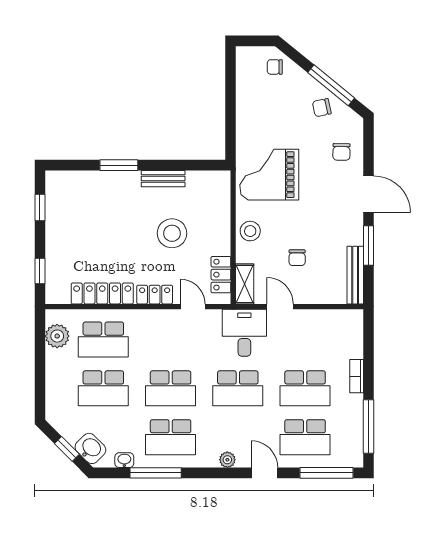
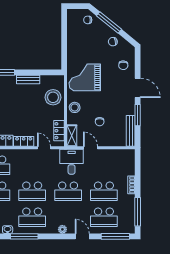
window: (331, 85) -> (109, 23), moved
stool: (172, 233) -> (53, 97), moved

